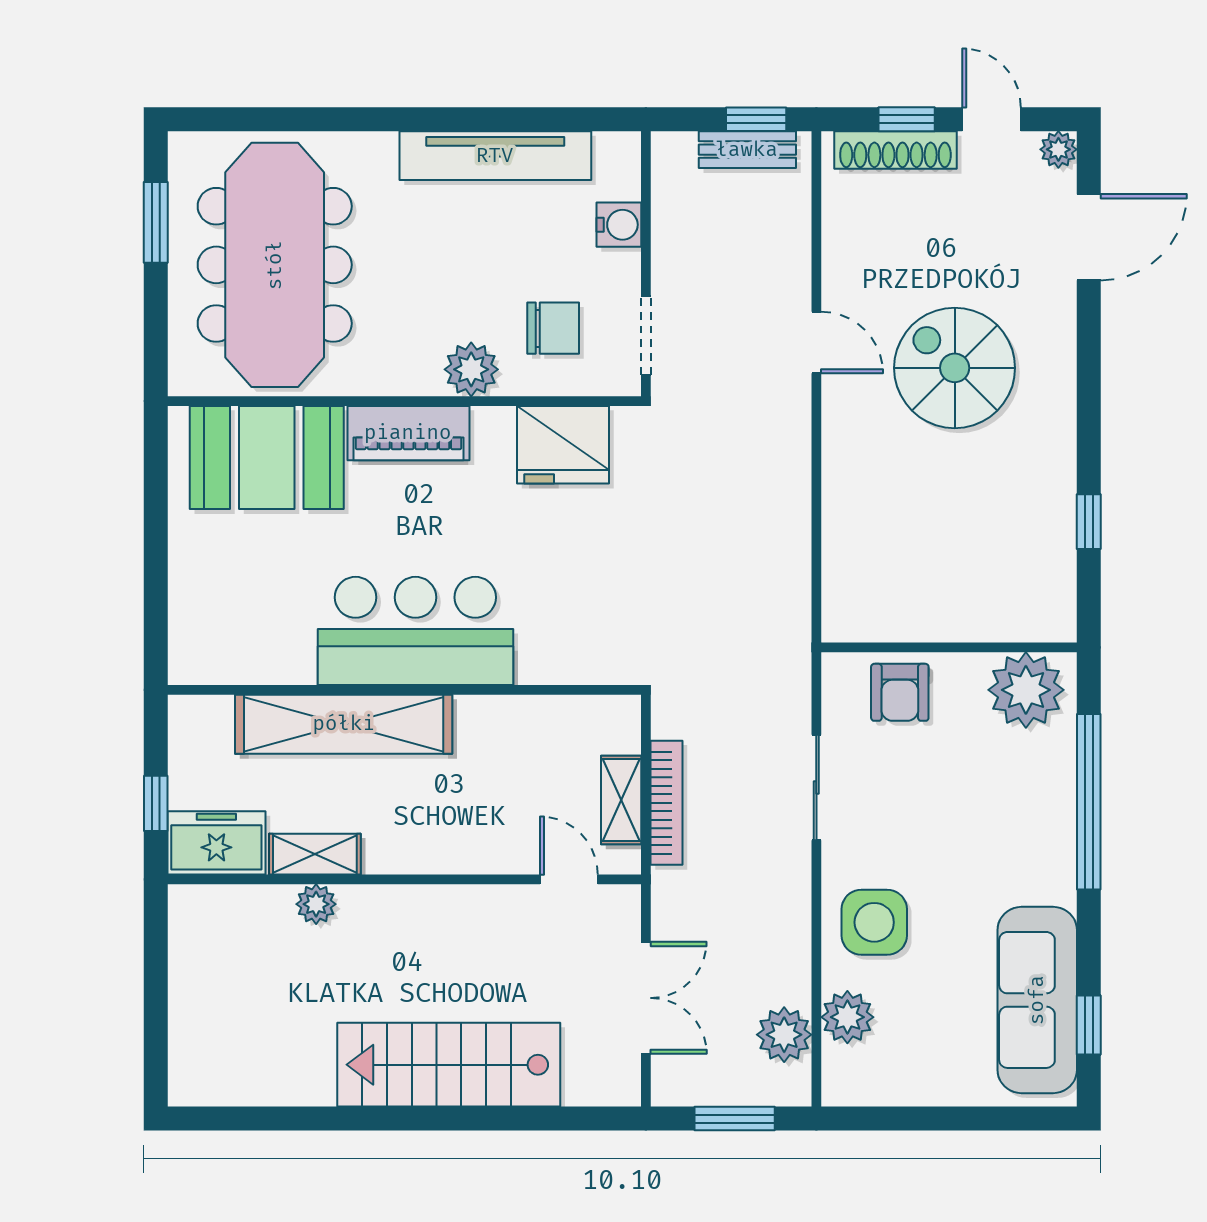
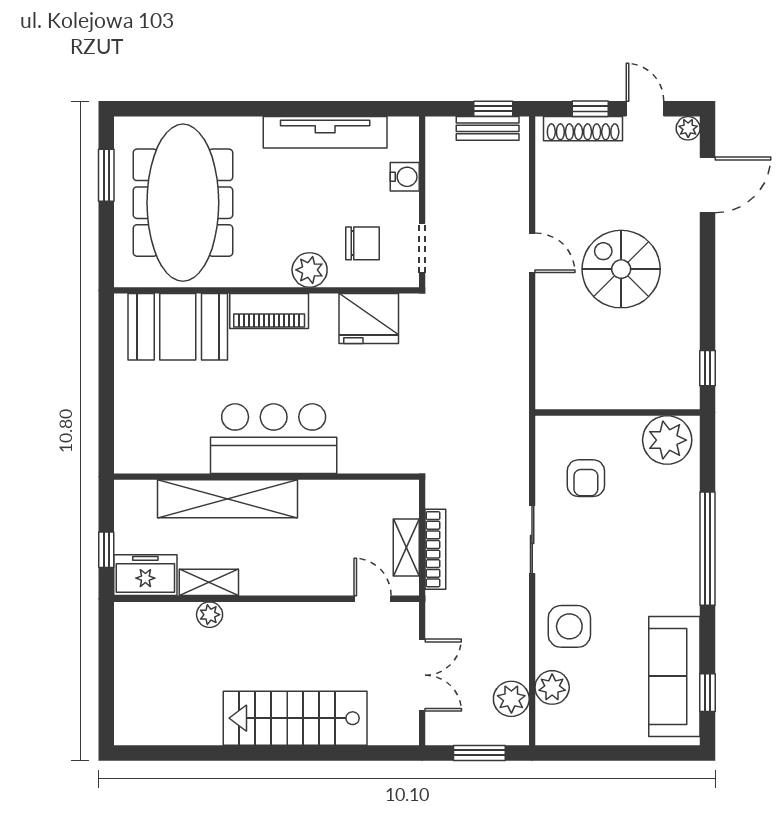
wall: (949, 647) -> (618, 413), moved
plant: (1026, 690) -> (667, 440), moved

